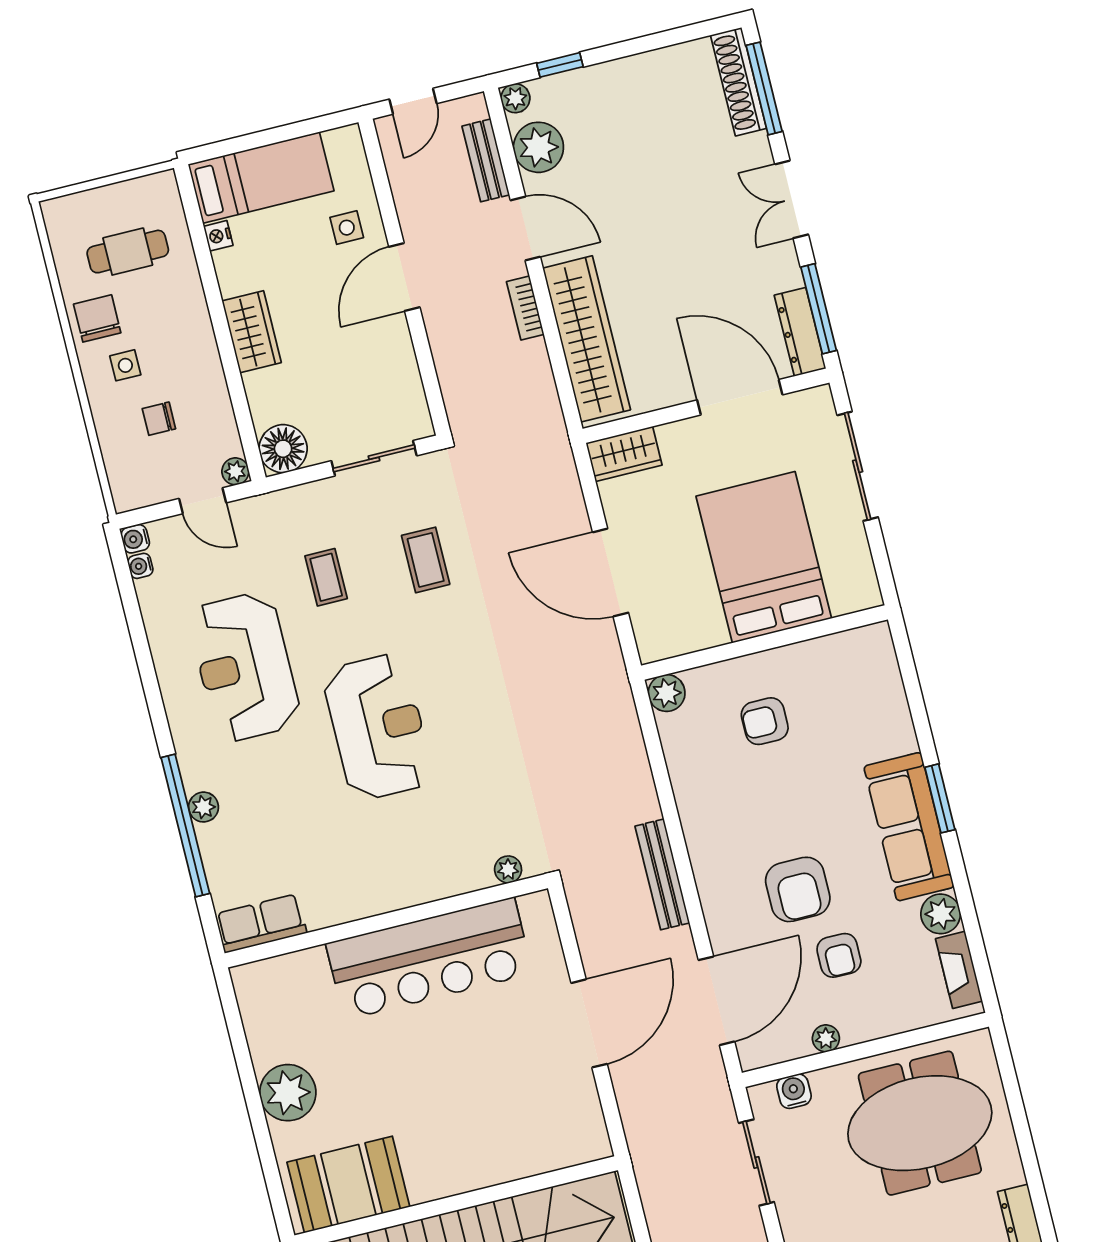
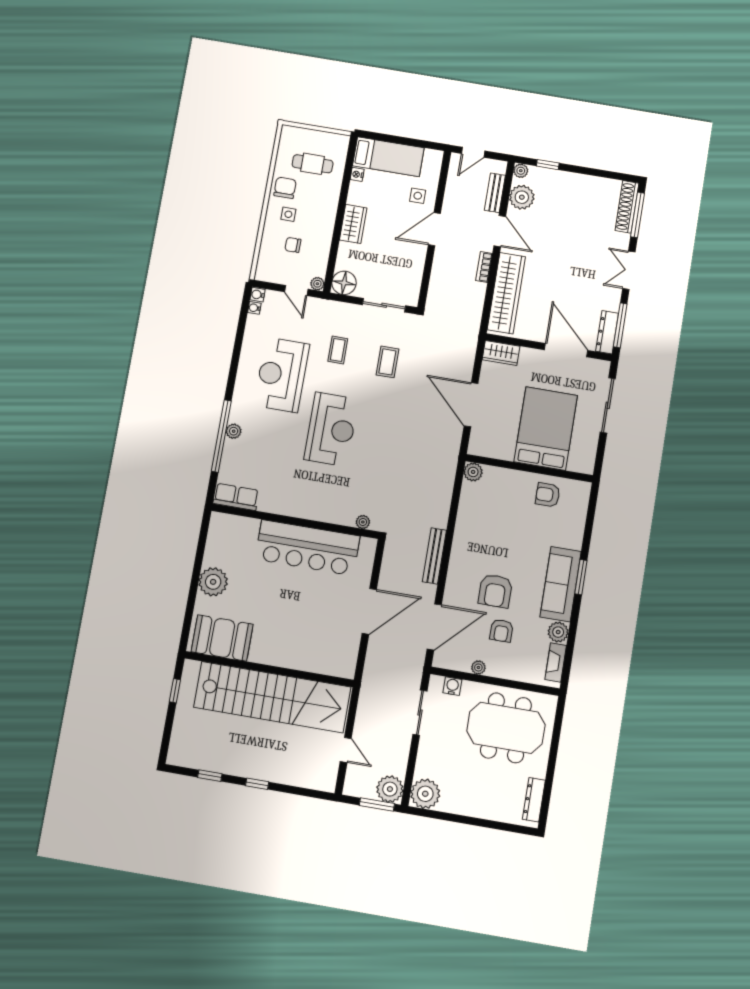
armchair: (765, 721) -> (548, 495), moved

